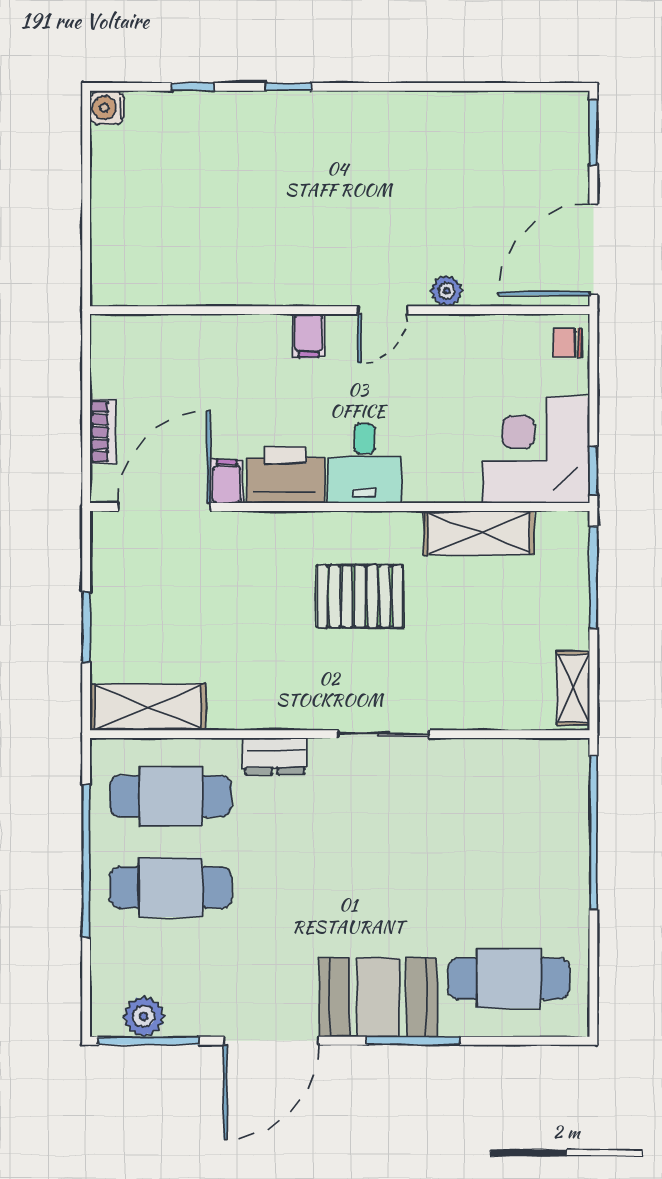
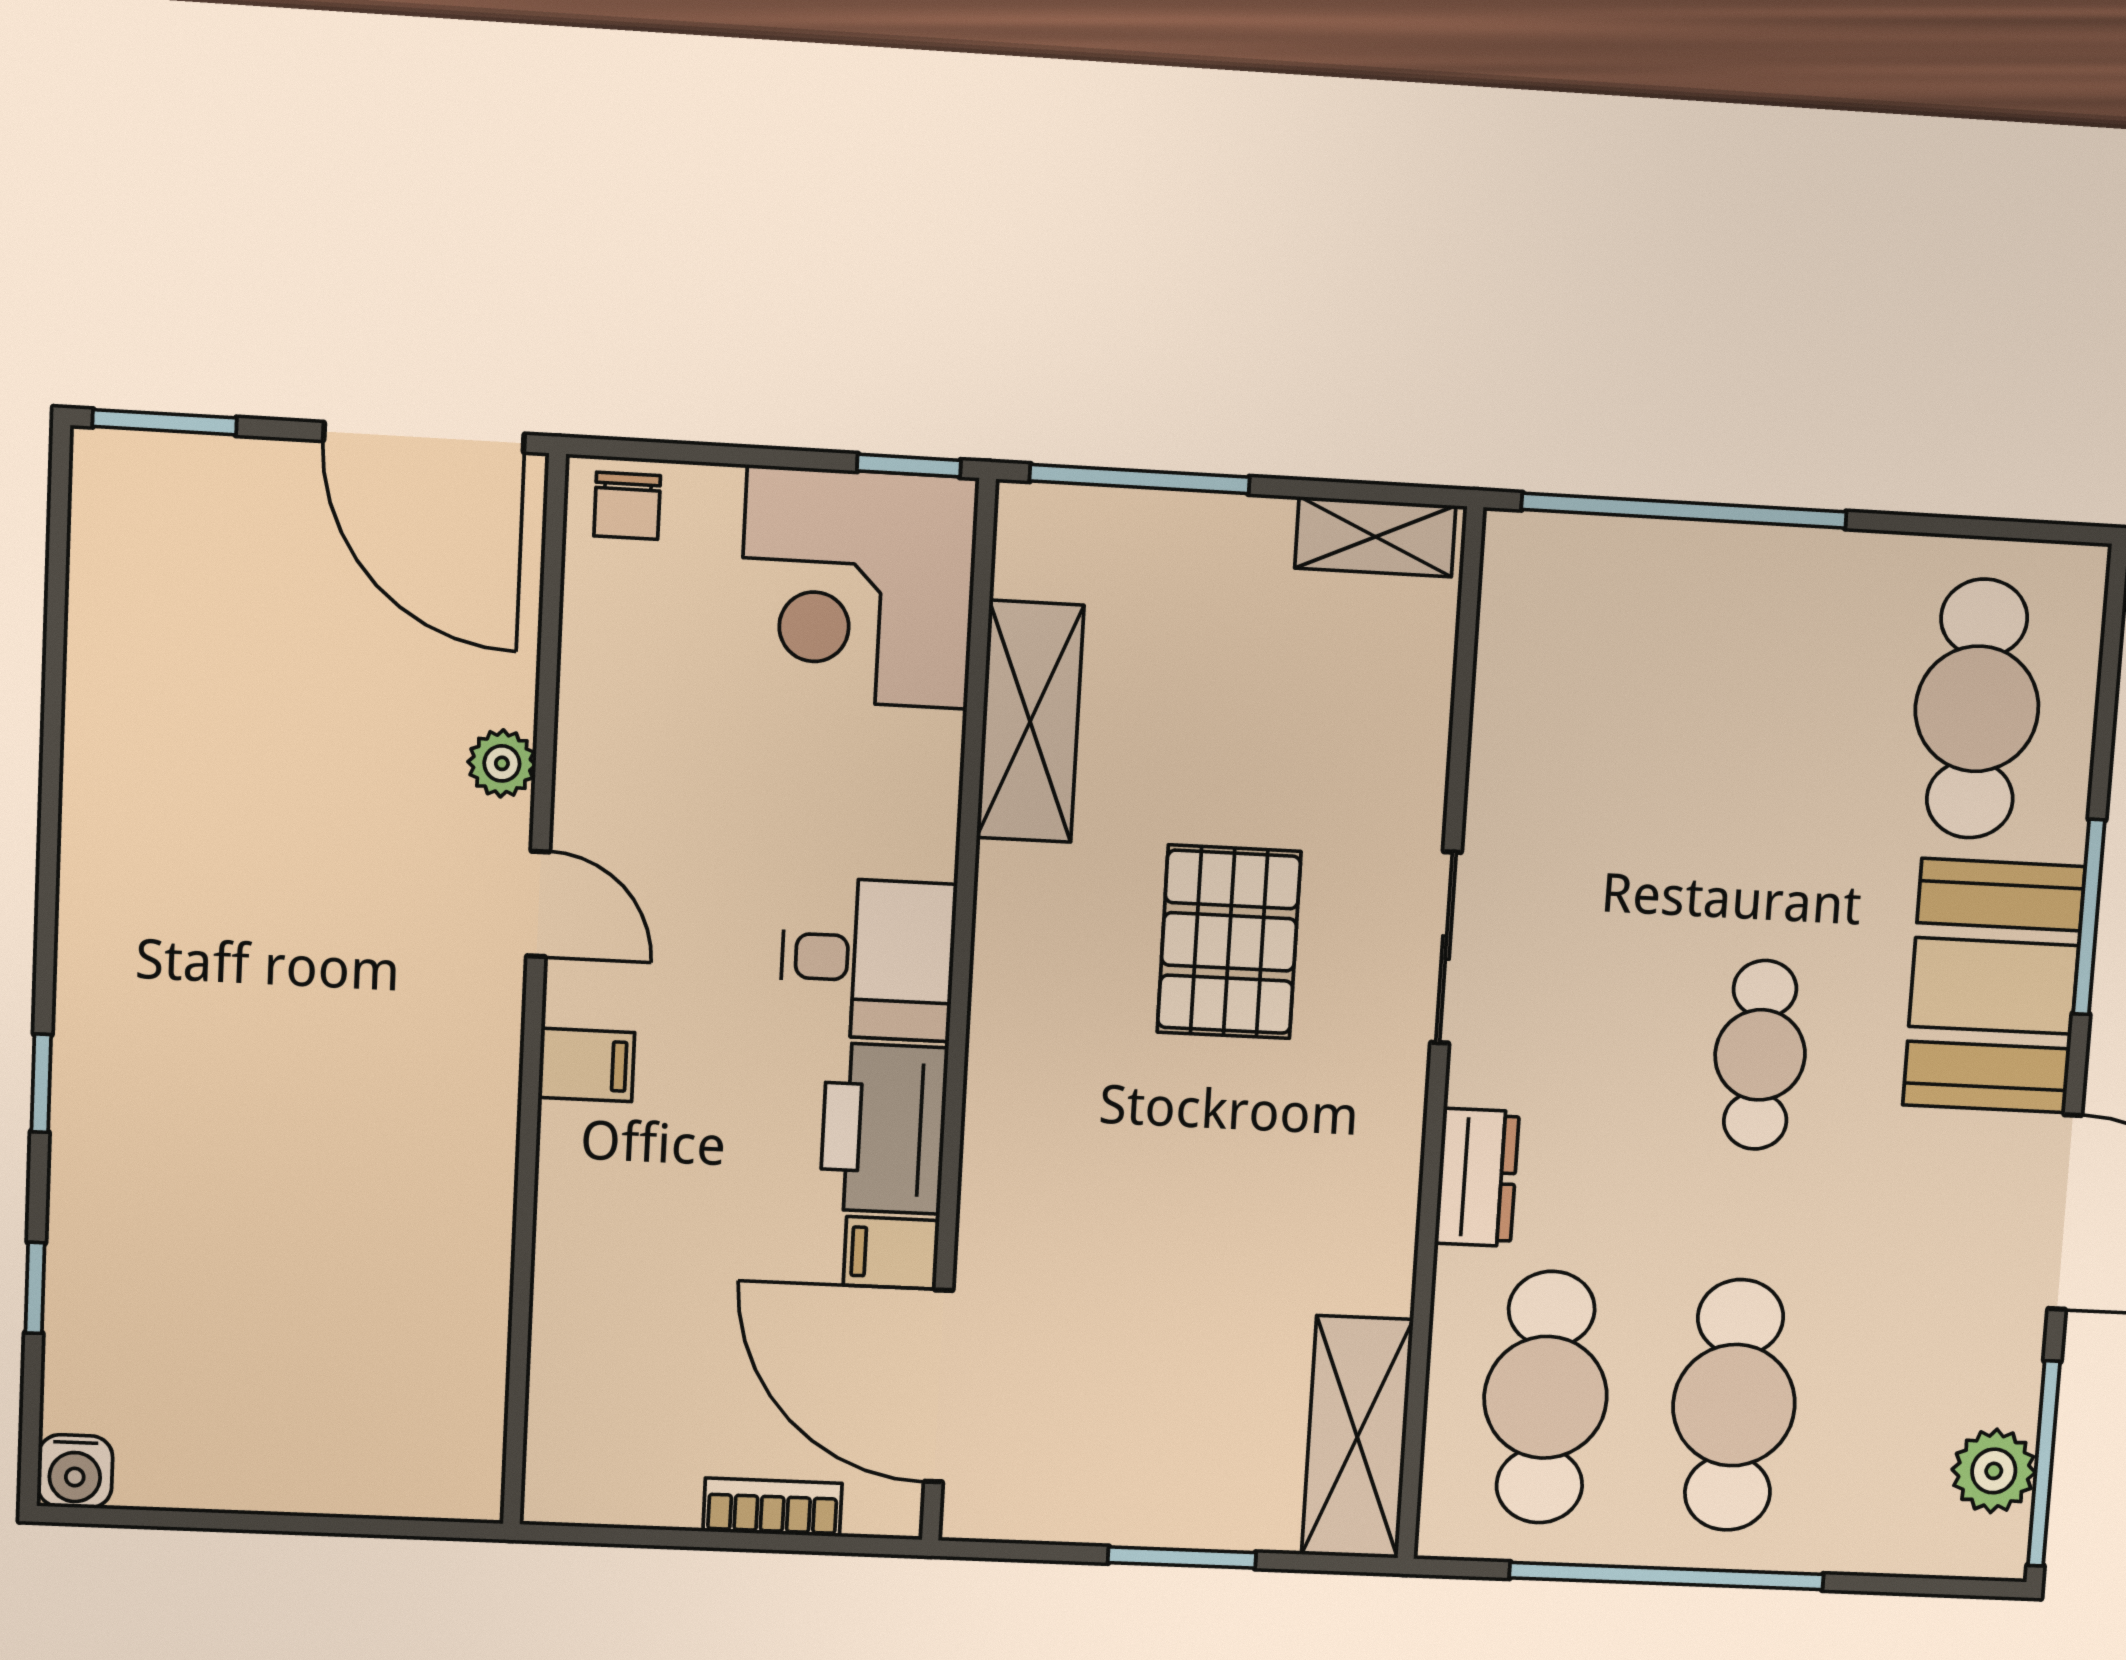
pallet: (360, 596) -> (1229, 942), moved
cafe table: (340, 887) -> (1760, 1055), added

